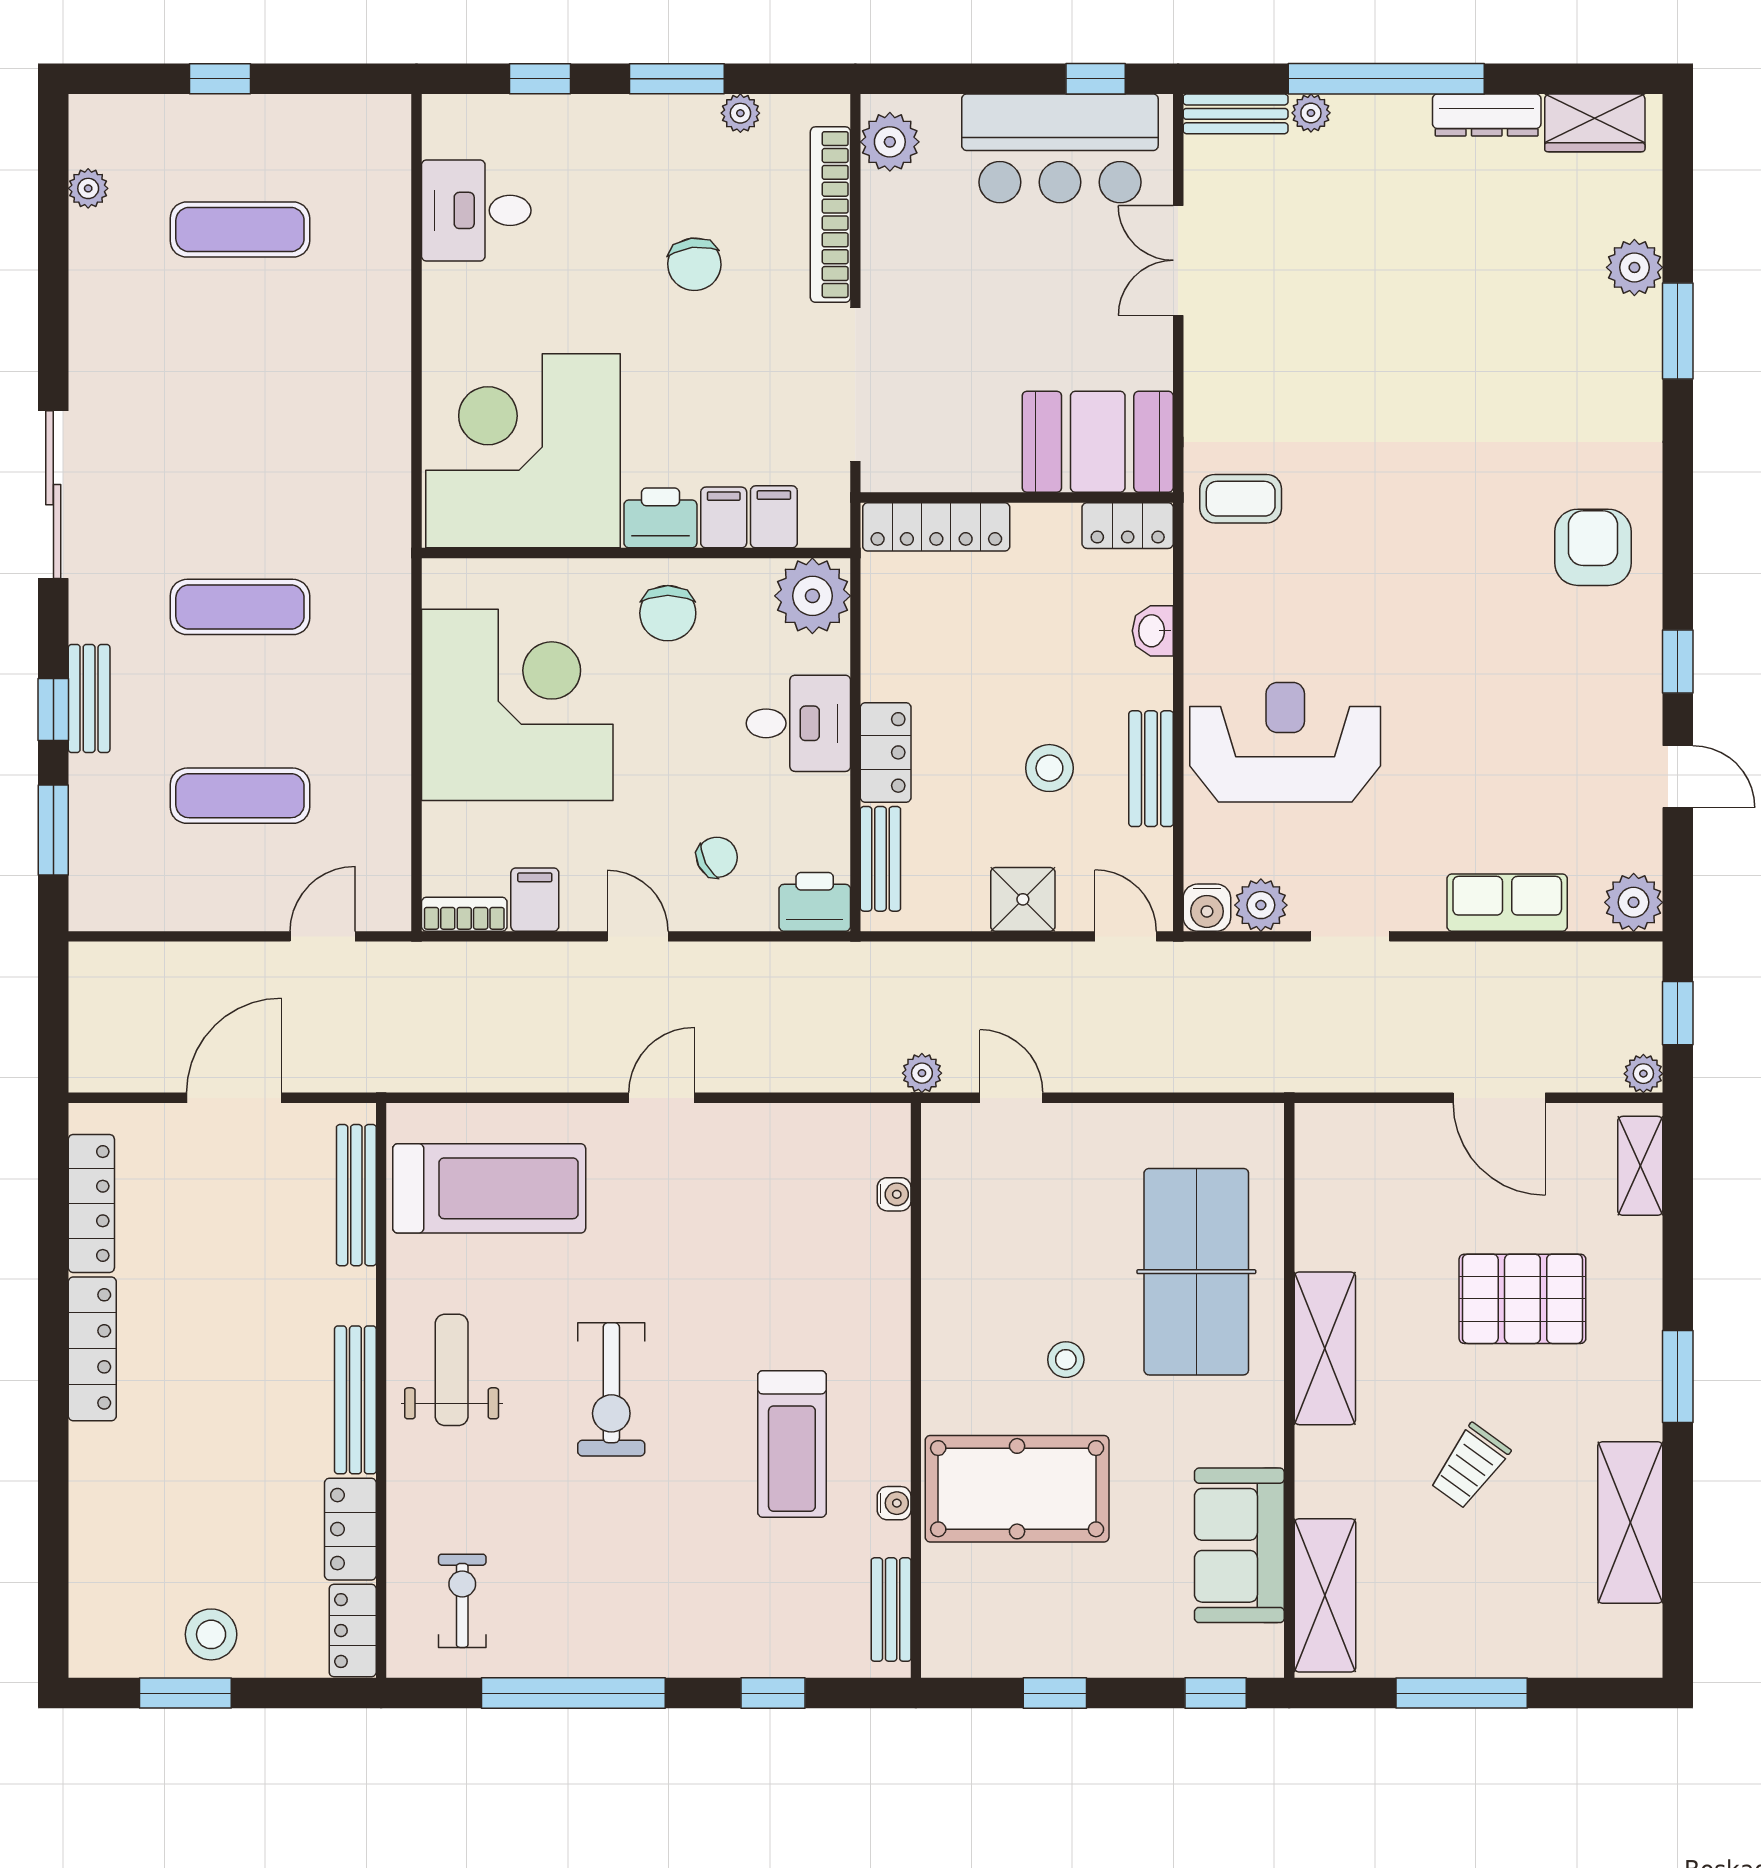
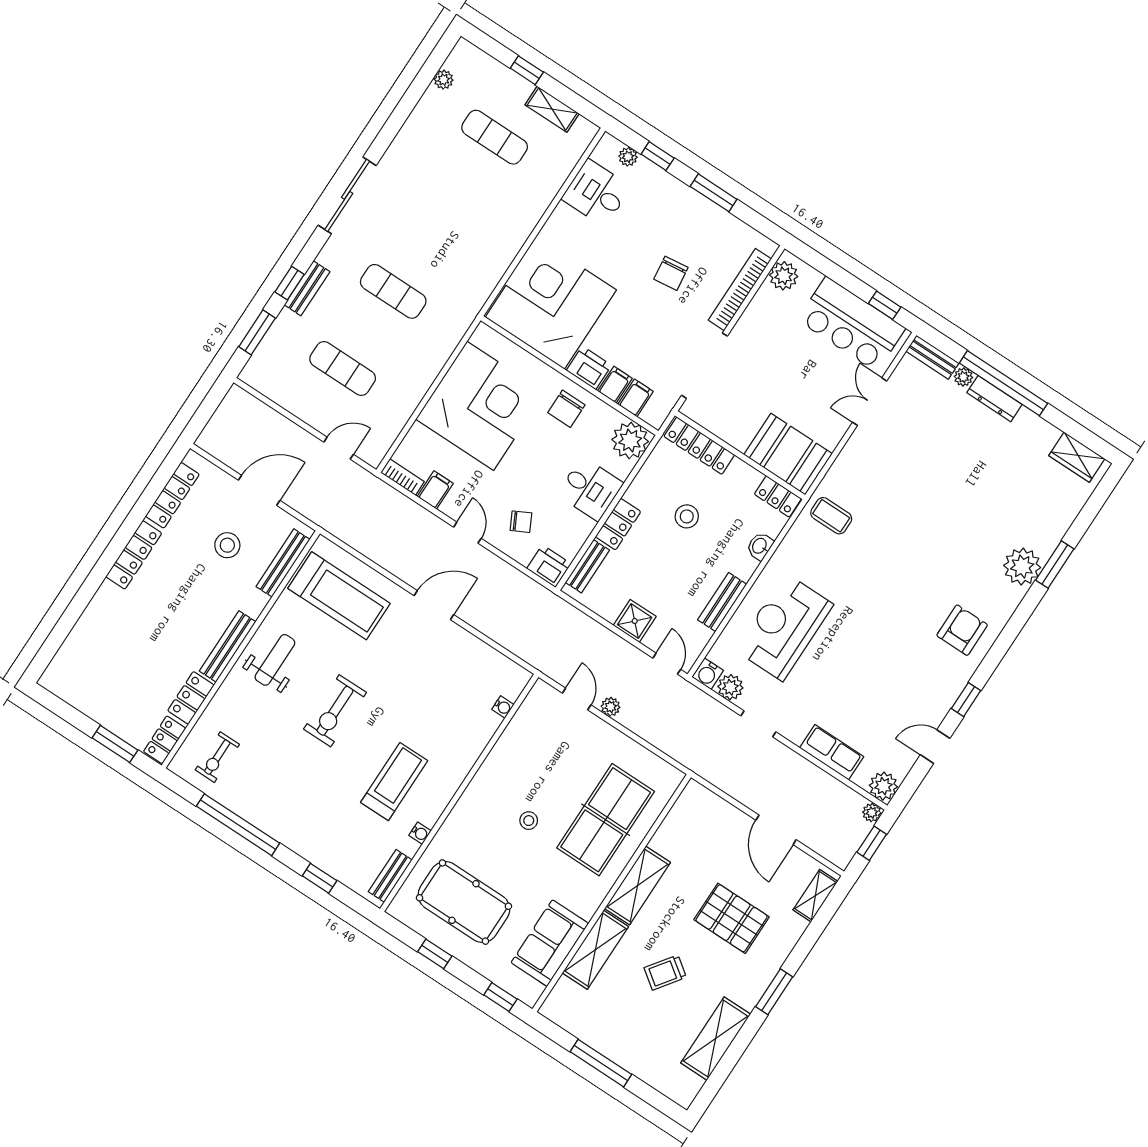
plant: (740, 113) -> (628, 157), moved
dresser: (1487, 115) -> (994, 399), moved
shelving: (307, 117) -> (552, 109), added
plant: (1634, 267) -> (1022, 567), moved, width x1.36, depth x1.36
reception desk: (1285, 742) -> (784, 627), turned -90
stool: (1049, 768) -> (687, 516), moved
door: (1678, 777) -> (935, 747), swing flipped
plant: (922, 1073) -> (611, 707), moved
plant: (1643, 1074) -> (872, 813), moved
door: (662, 1098) -> (434, 605), width x1.38
treadmill: (792, 1444) -> (394, 782), turned 180
pool table: (1017, 1489) -> (464, 902), moved
shelving: (1325, 1595) -> (595, 950), moved
exercise bike: (462, 1601) -> (217, 757), turned 180
stool: (211, 1634) -> (227, 545), moved
window: (185, 1693) -> (115, 744), moved

